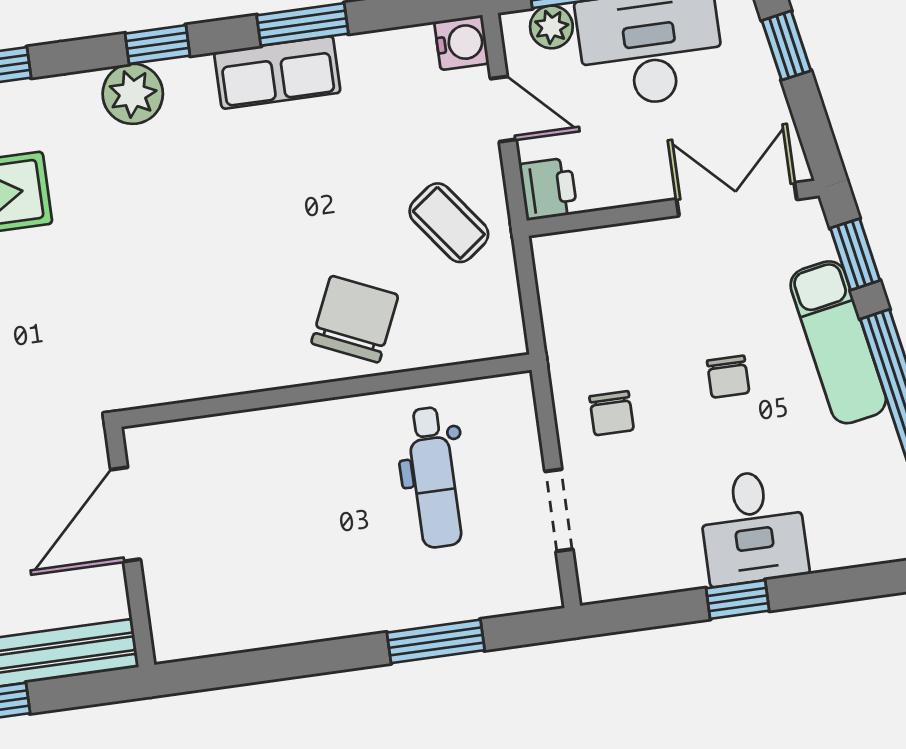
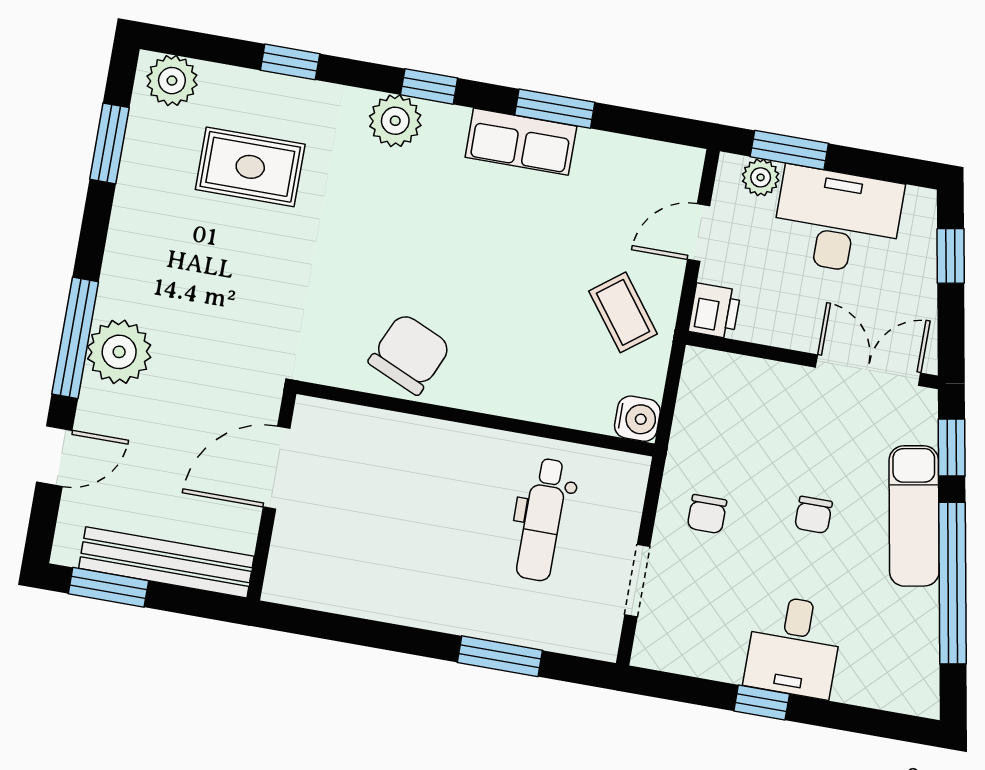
water cooler: (462, 43) -> (637, 419), moved
door: (503, 109) -> (699, 233), swing flipped
chair: (355, 319) -> (410, 354), moved

